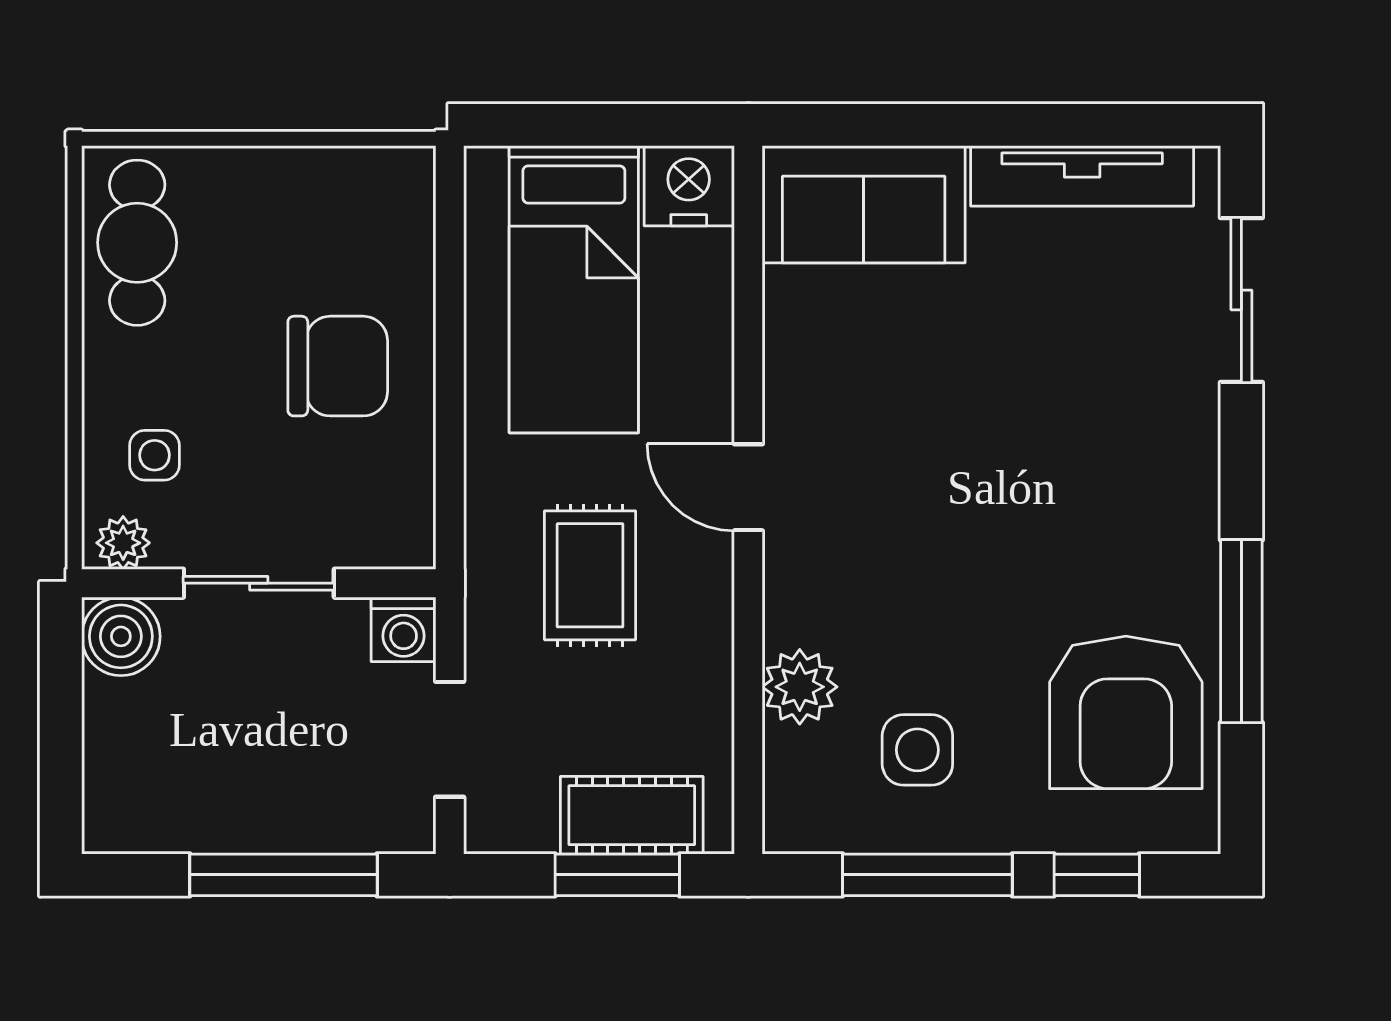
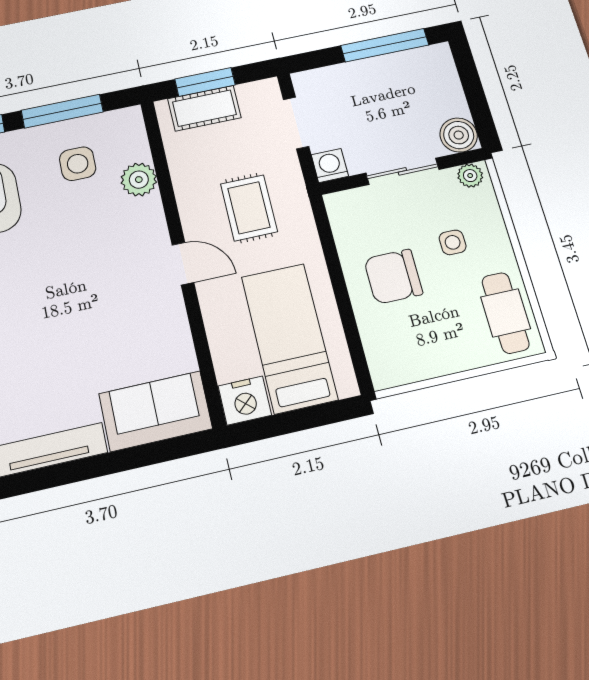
side table: (155, 455) -> (453, 242), moved
window: (283, 875) -> (385, 45), moved

